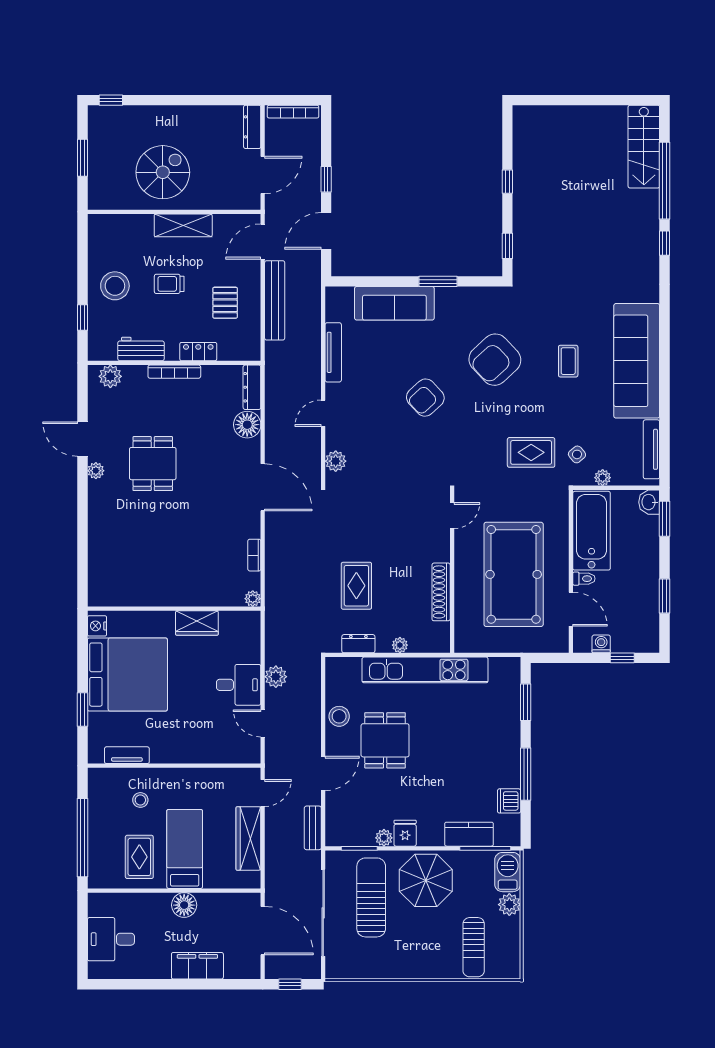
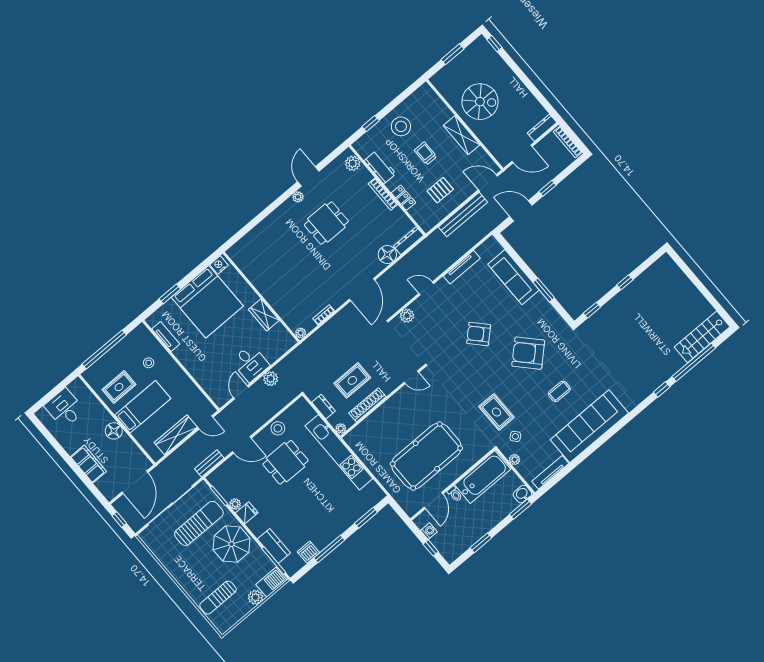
door: (452, 515) -> (411, 377), moved
wall: (452, 571) -> (383, 402), moved
shoe rack: (441, 592) -> (367, 405), moved

